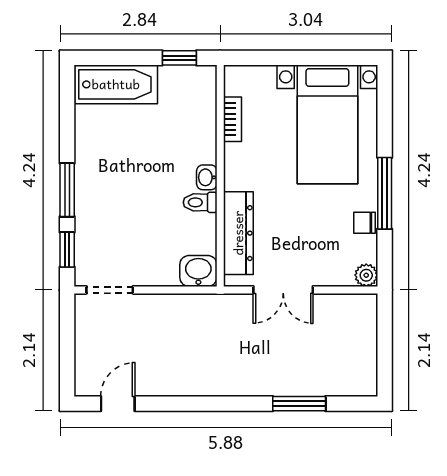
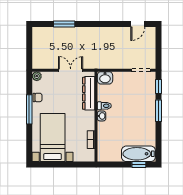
window: (179, 58) -> (139, 165), moved

